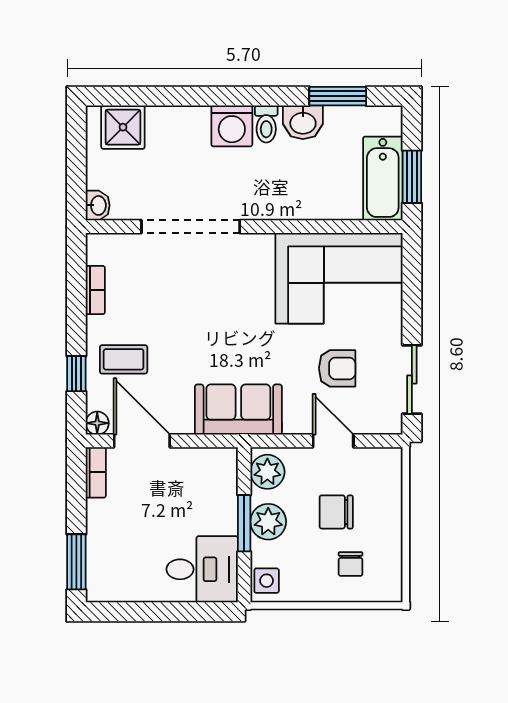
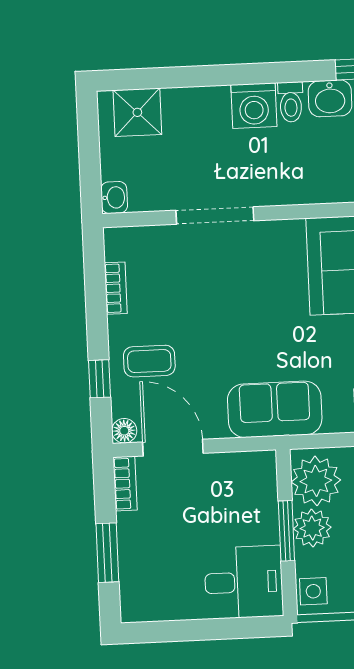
doorway: (191, 227) -> (215, 216), width x0.73
plant: (267, 472) -> (316, 481), width x1.36, depth x1.36
window: (76, 562) -> (107, 553), moved

